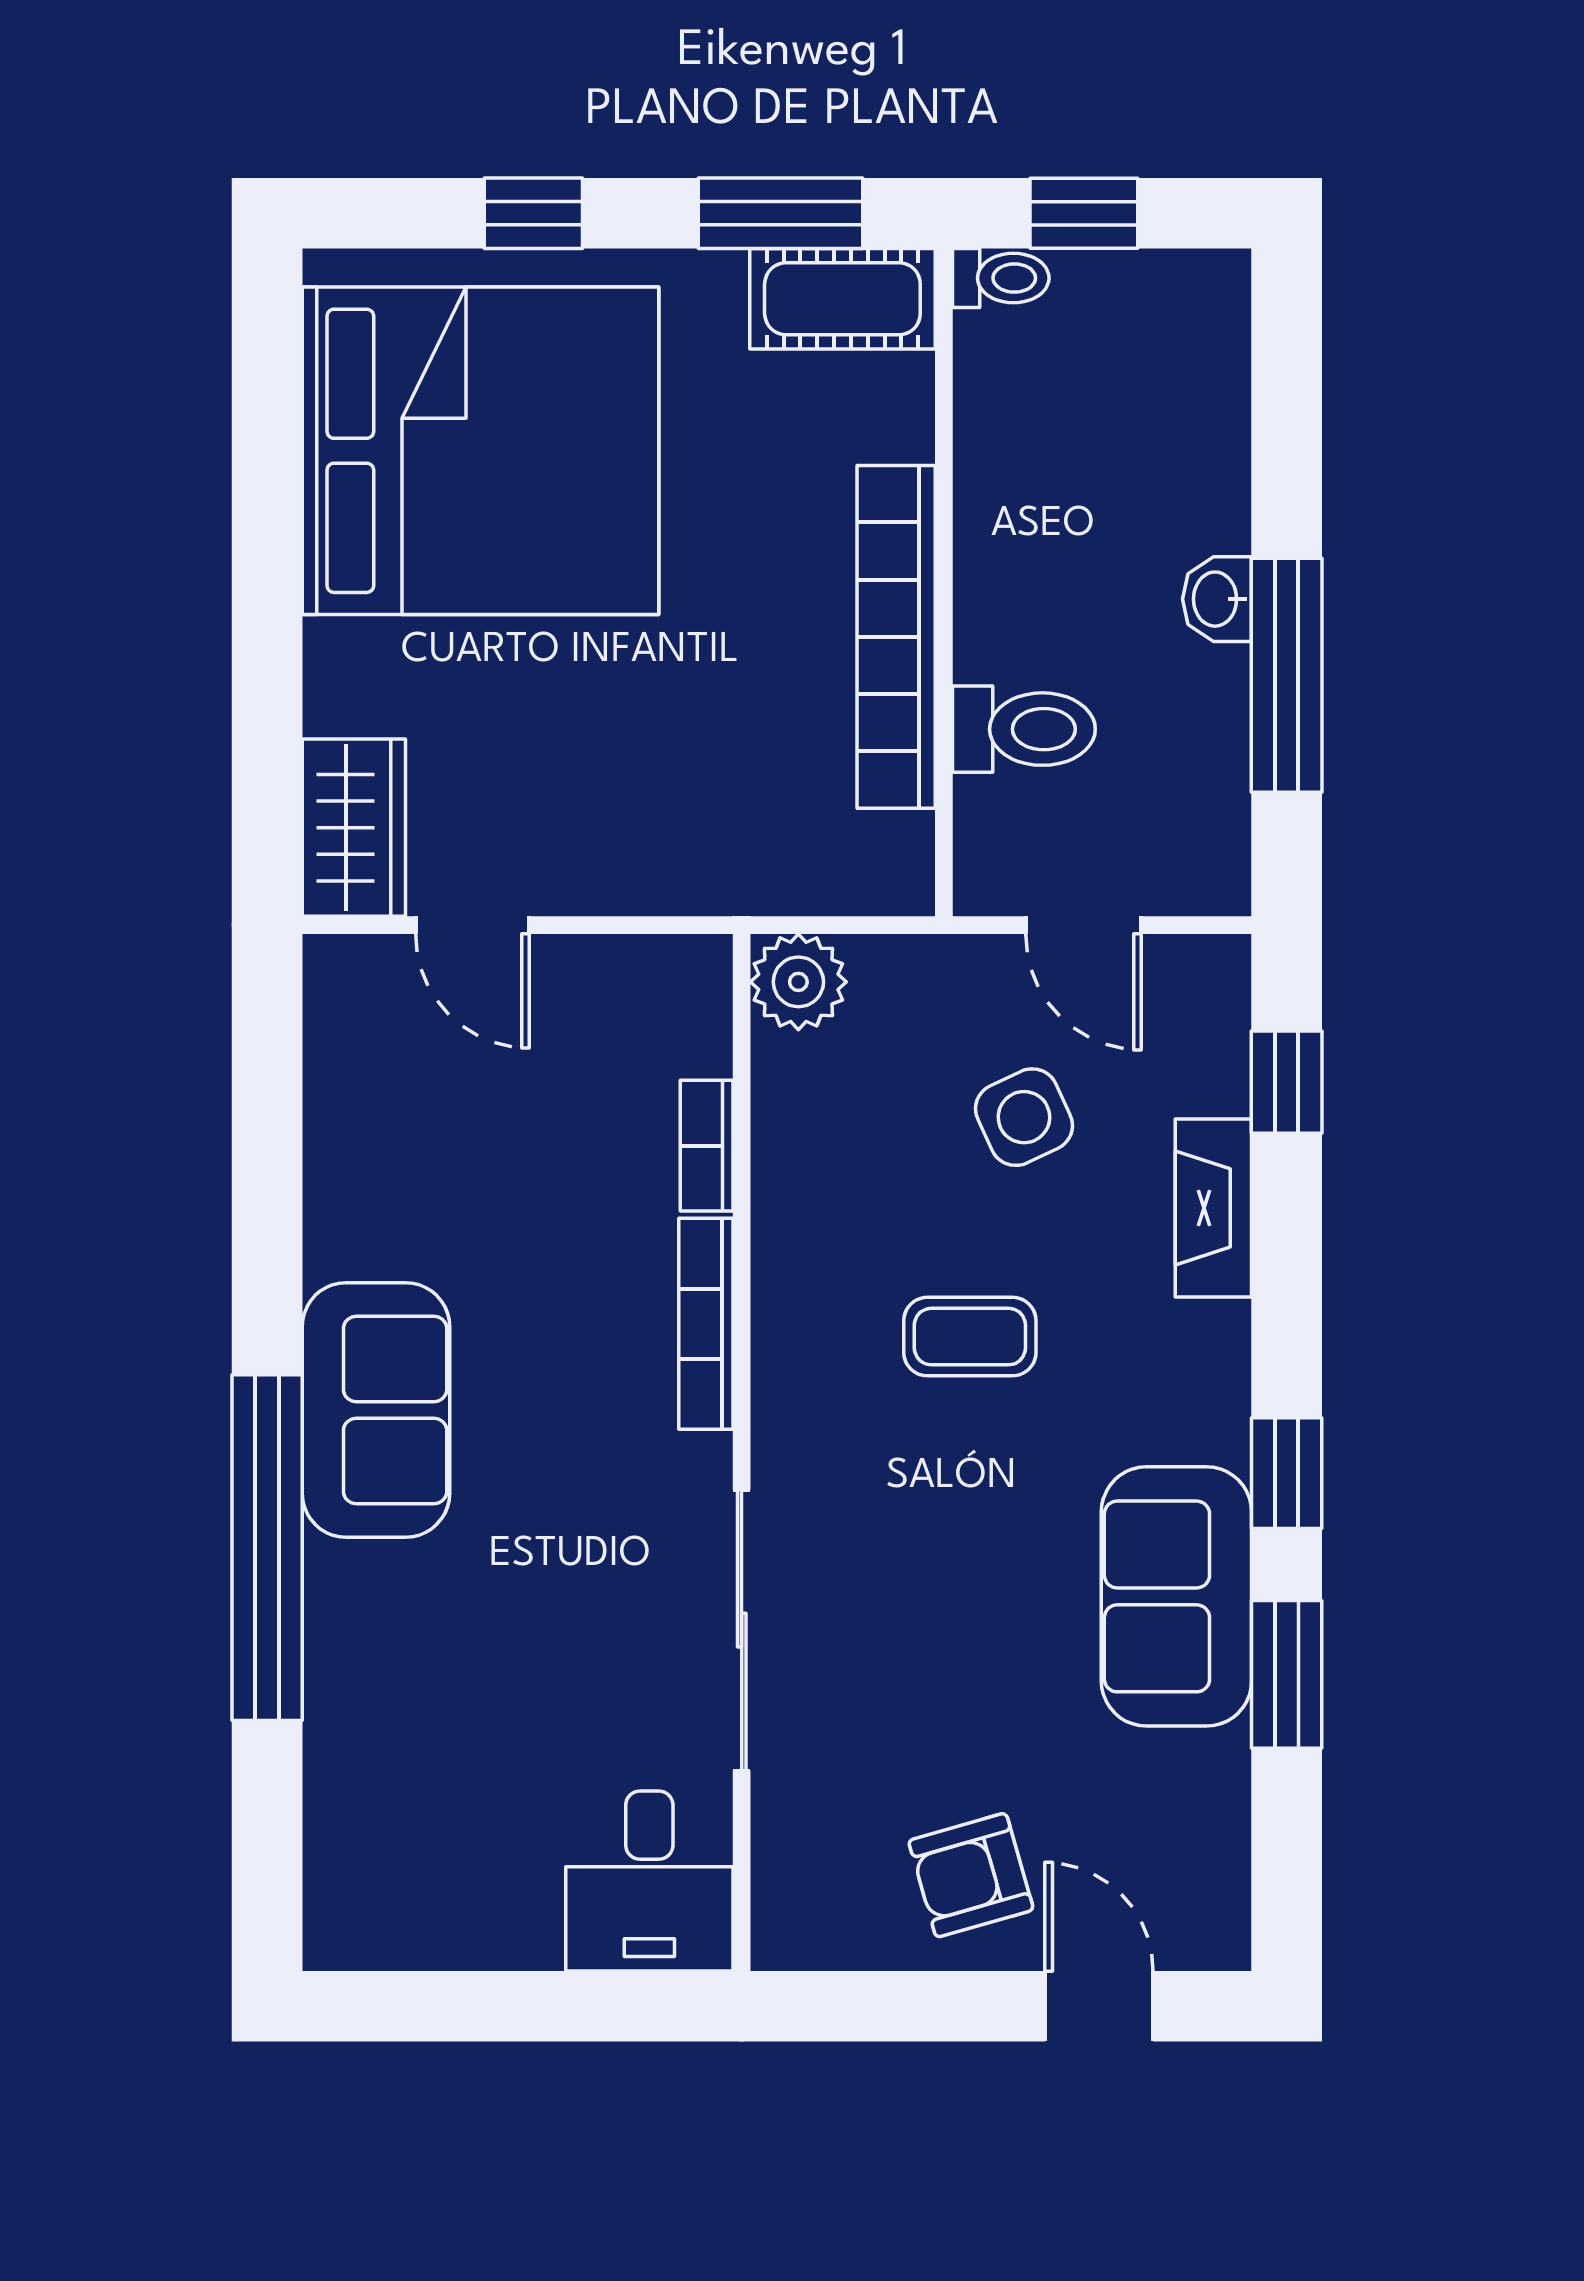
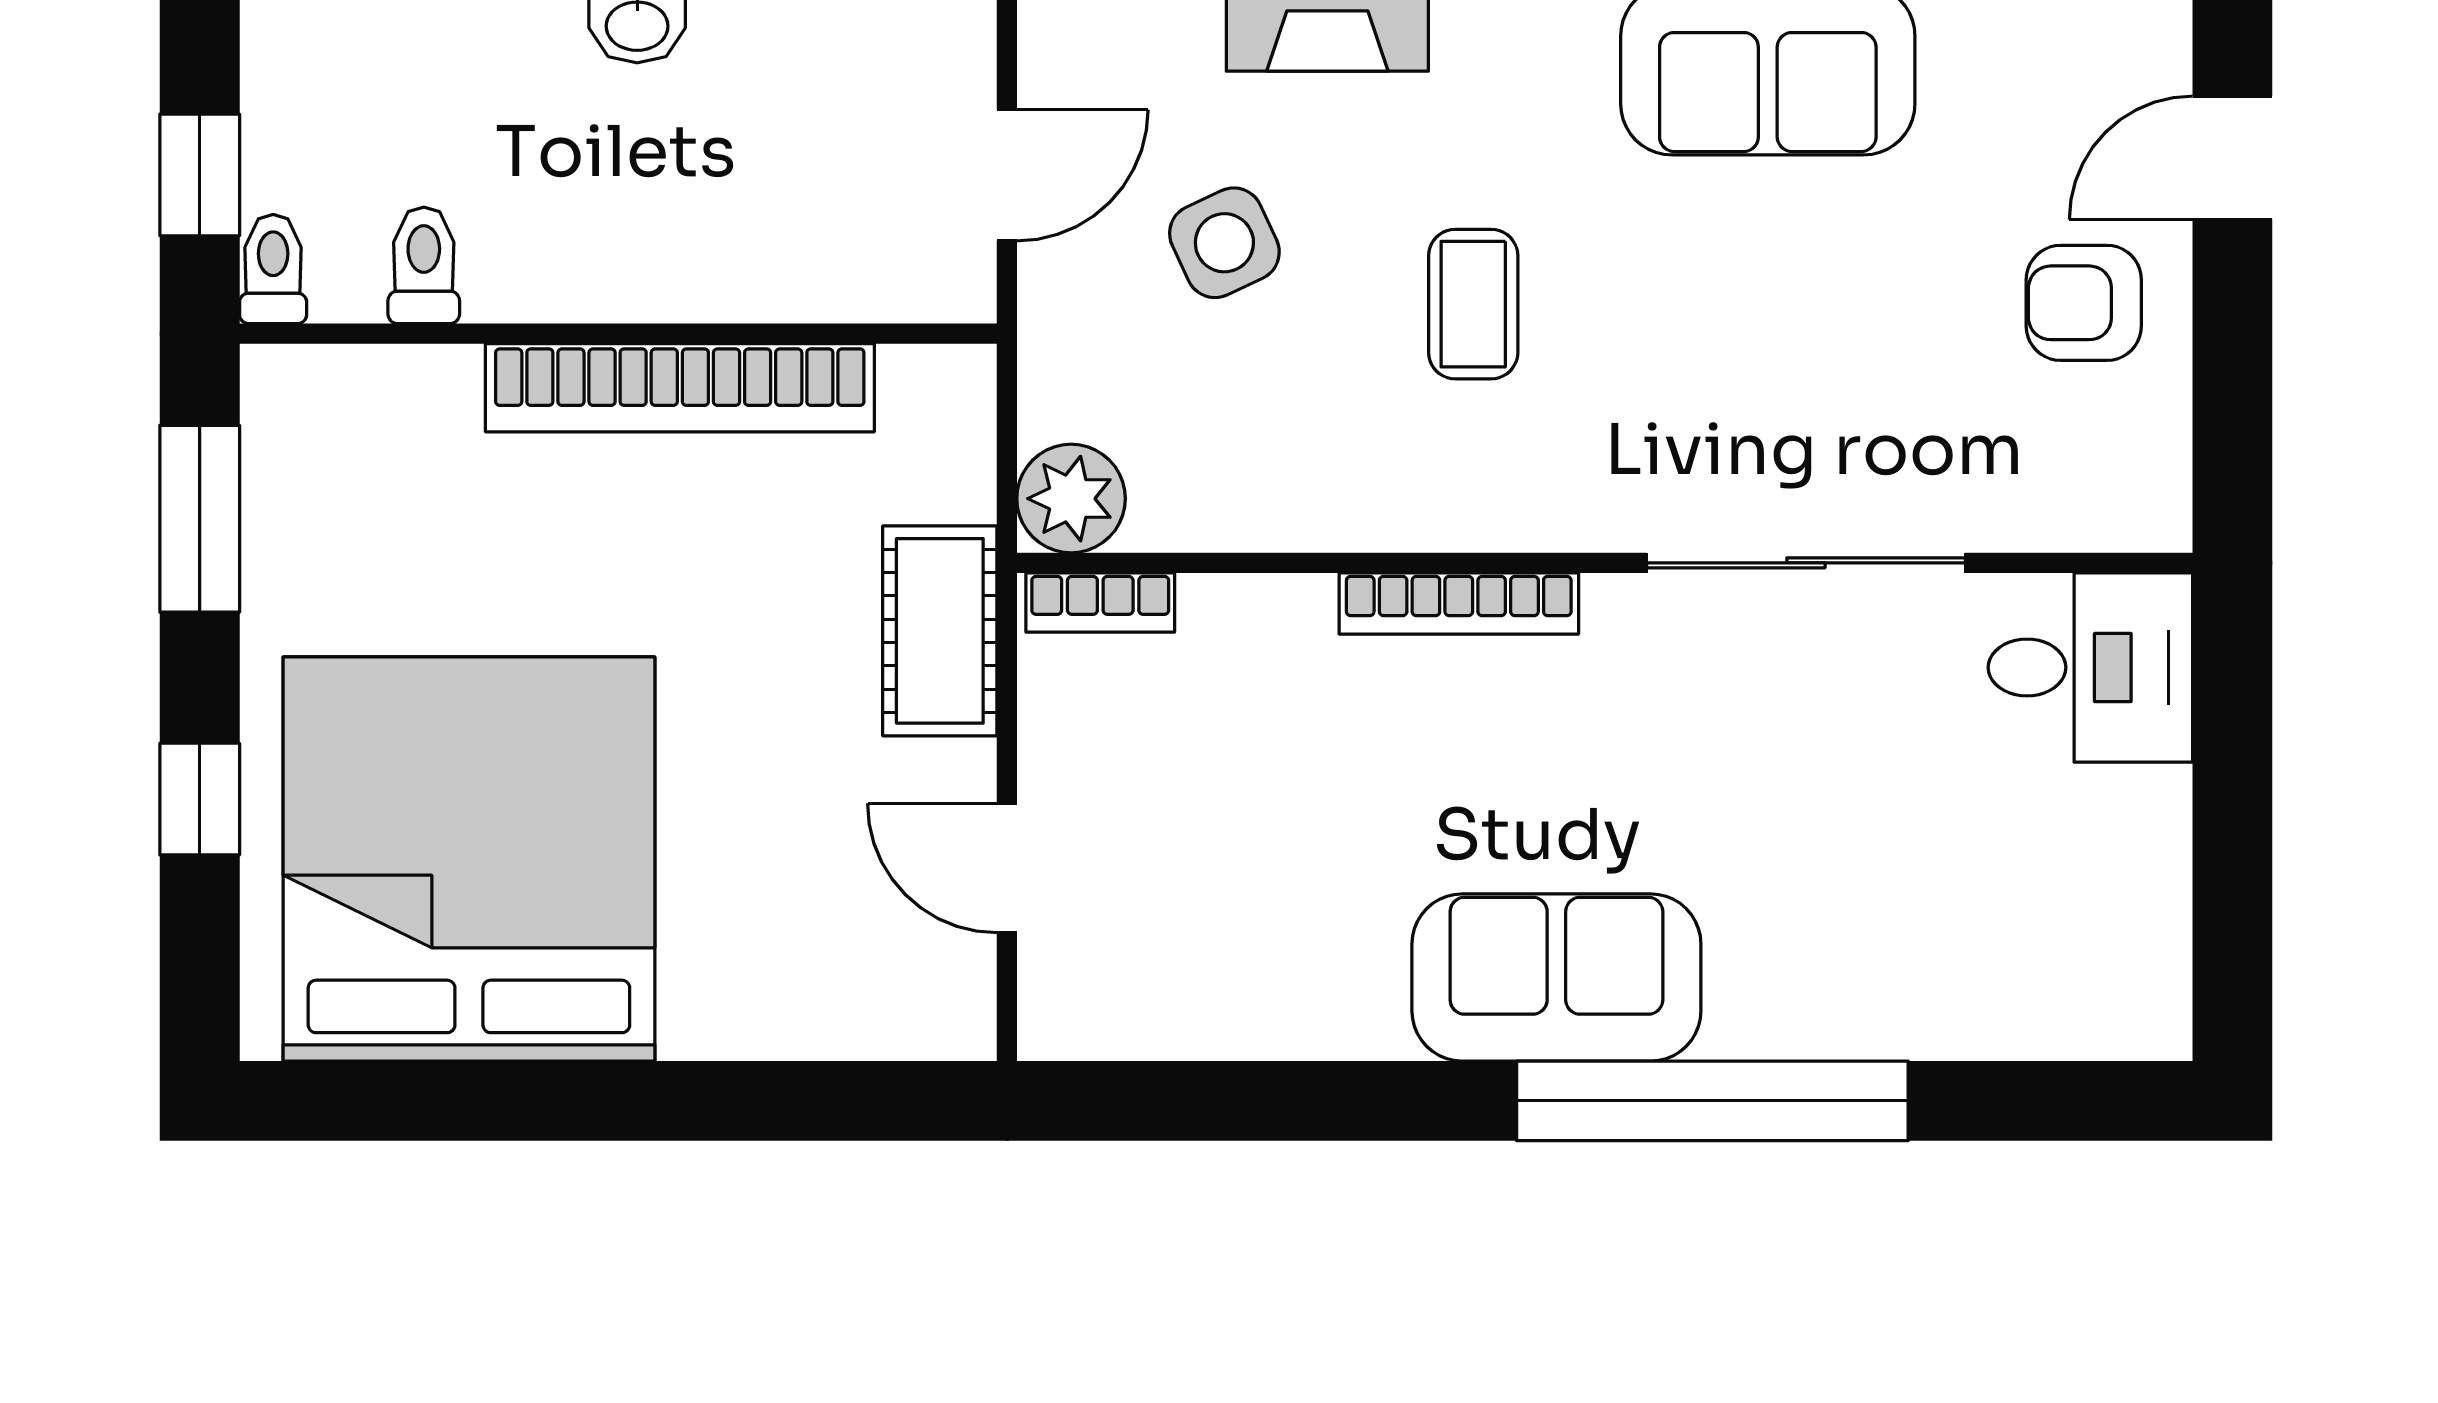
cot: (842, 299) -> (940, 631), moved
toilet: (1024, 729) -> (424, 265), moved, width x0.73, depth x0.72
wardrobe: (354, 828) -> (896, 1003), removed
door: (473, 925) -> (1007, 868), swing flipped
bookcase: (707, 1146) -> (1100, 602), moved
armchair: (971, 1875) -> (2084, 303), turned 106

